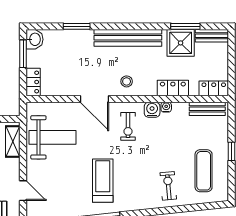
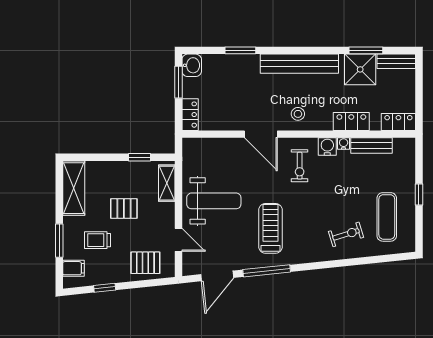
bench: (207, 109) -> (372, 146), moved
weight bench: (52, 137) -> (214, 201), moved
exercise bike: (168, 186) -> (346, 234), turned 78

